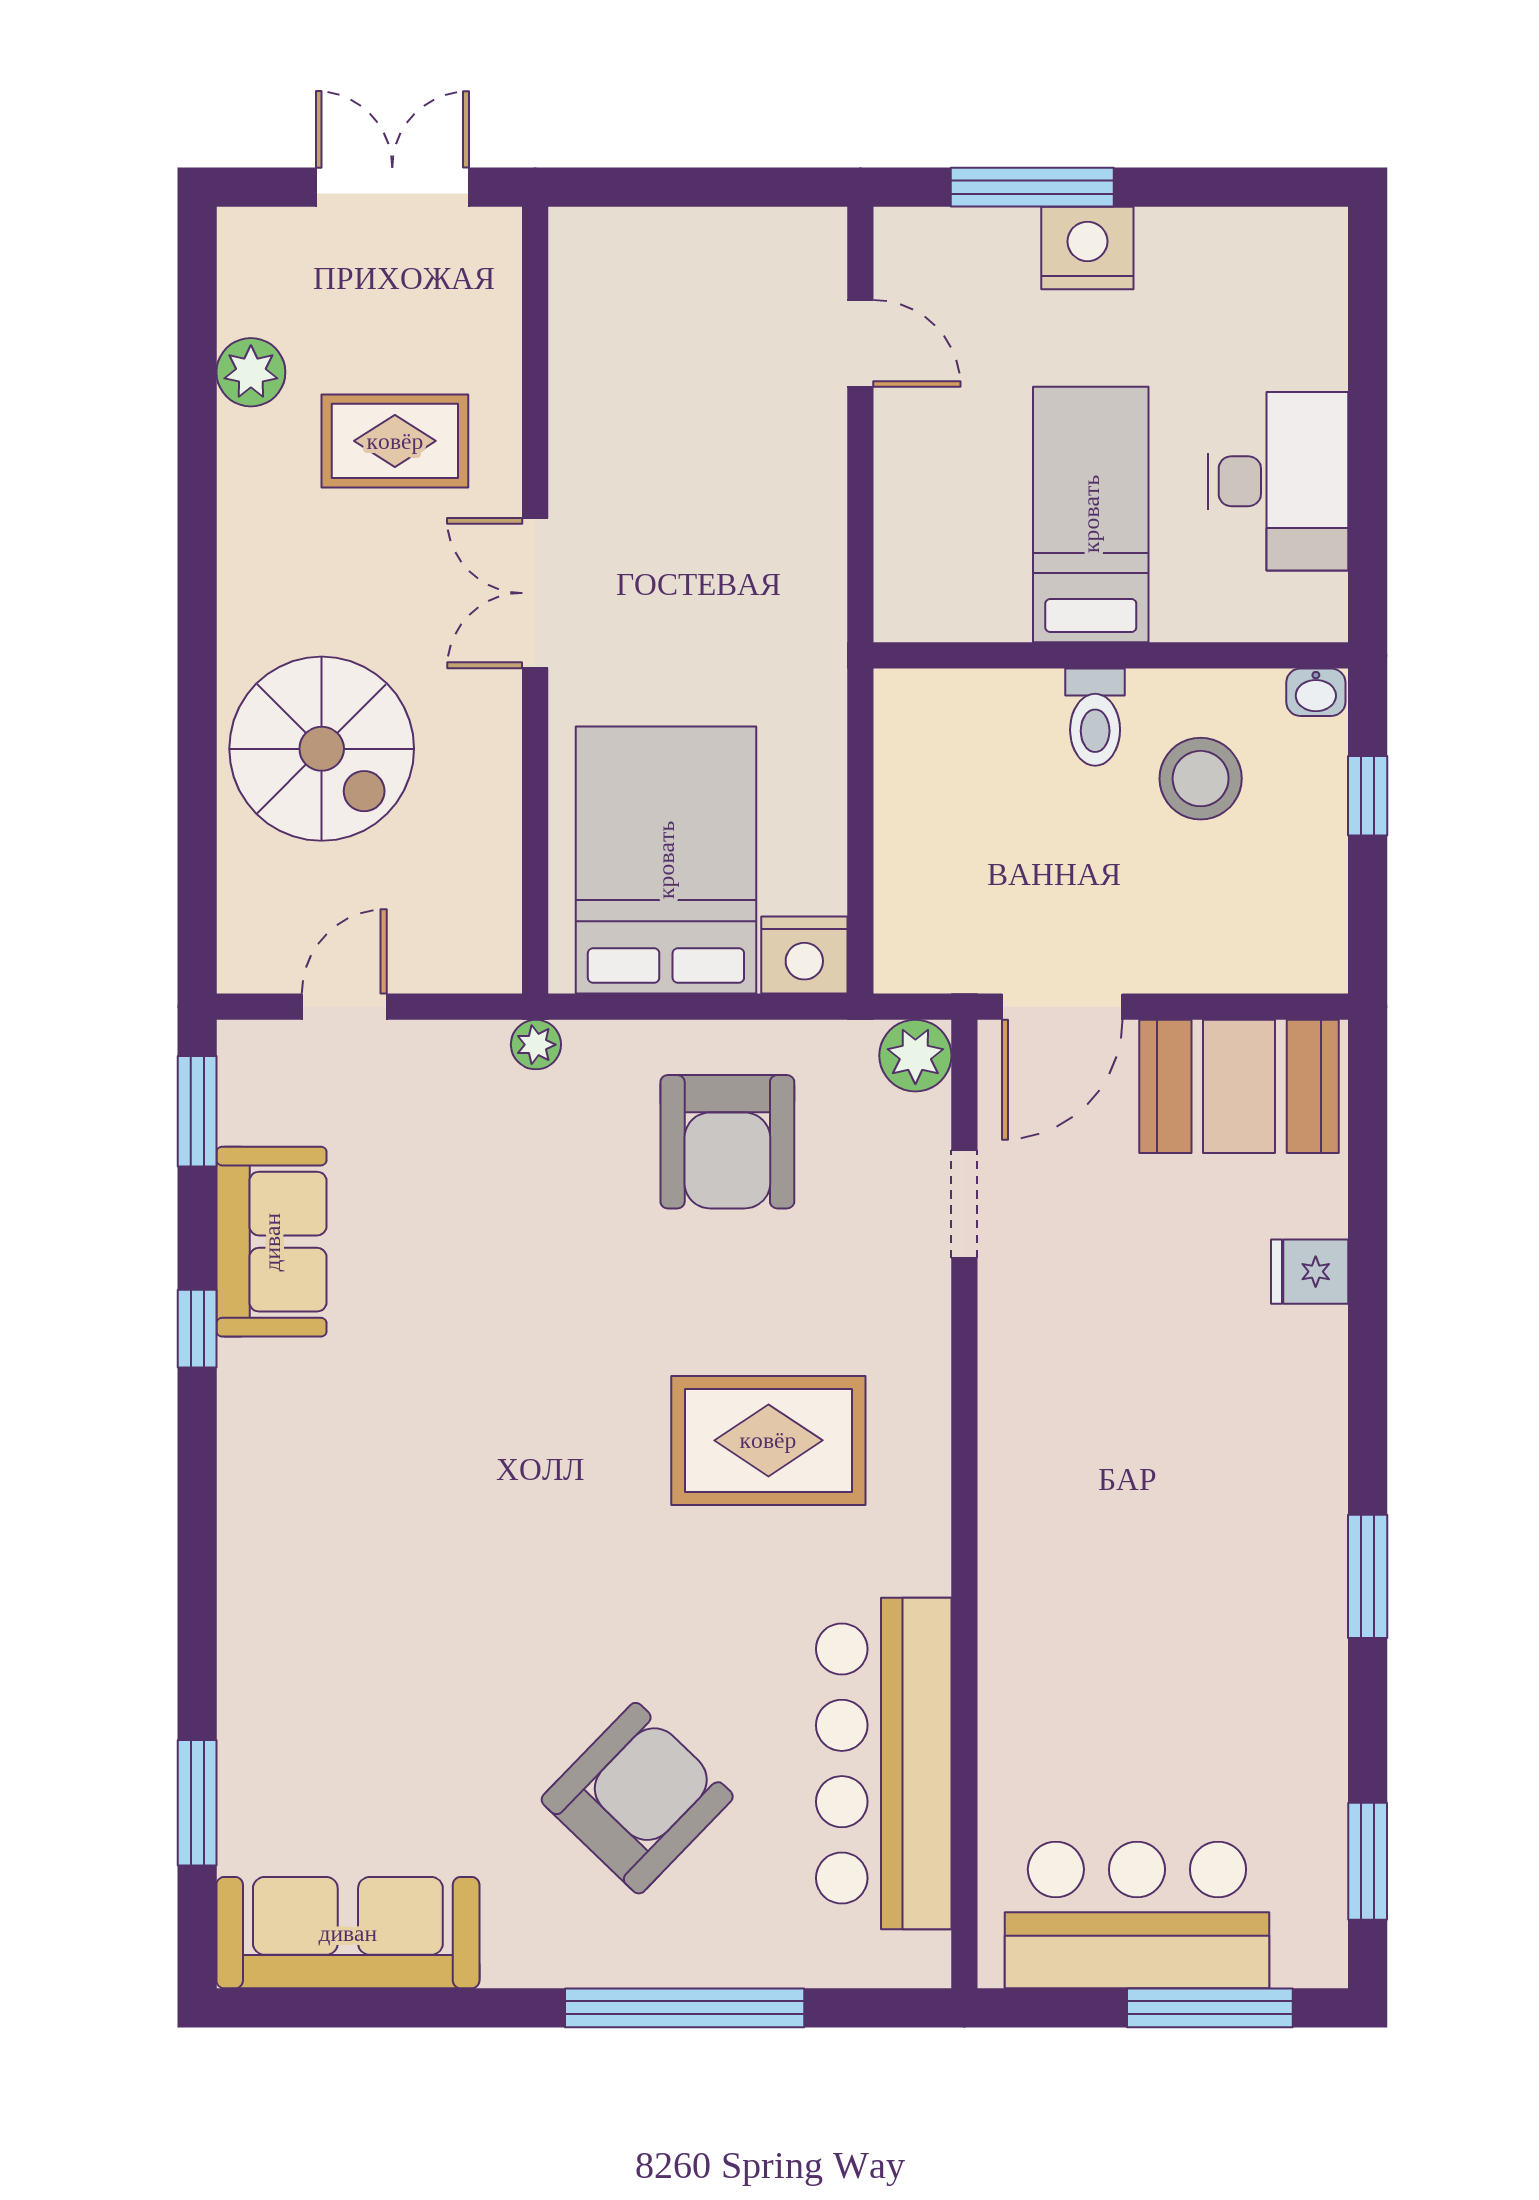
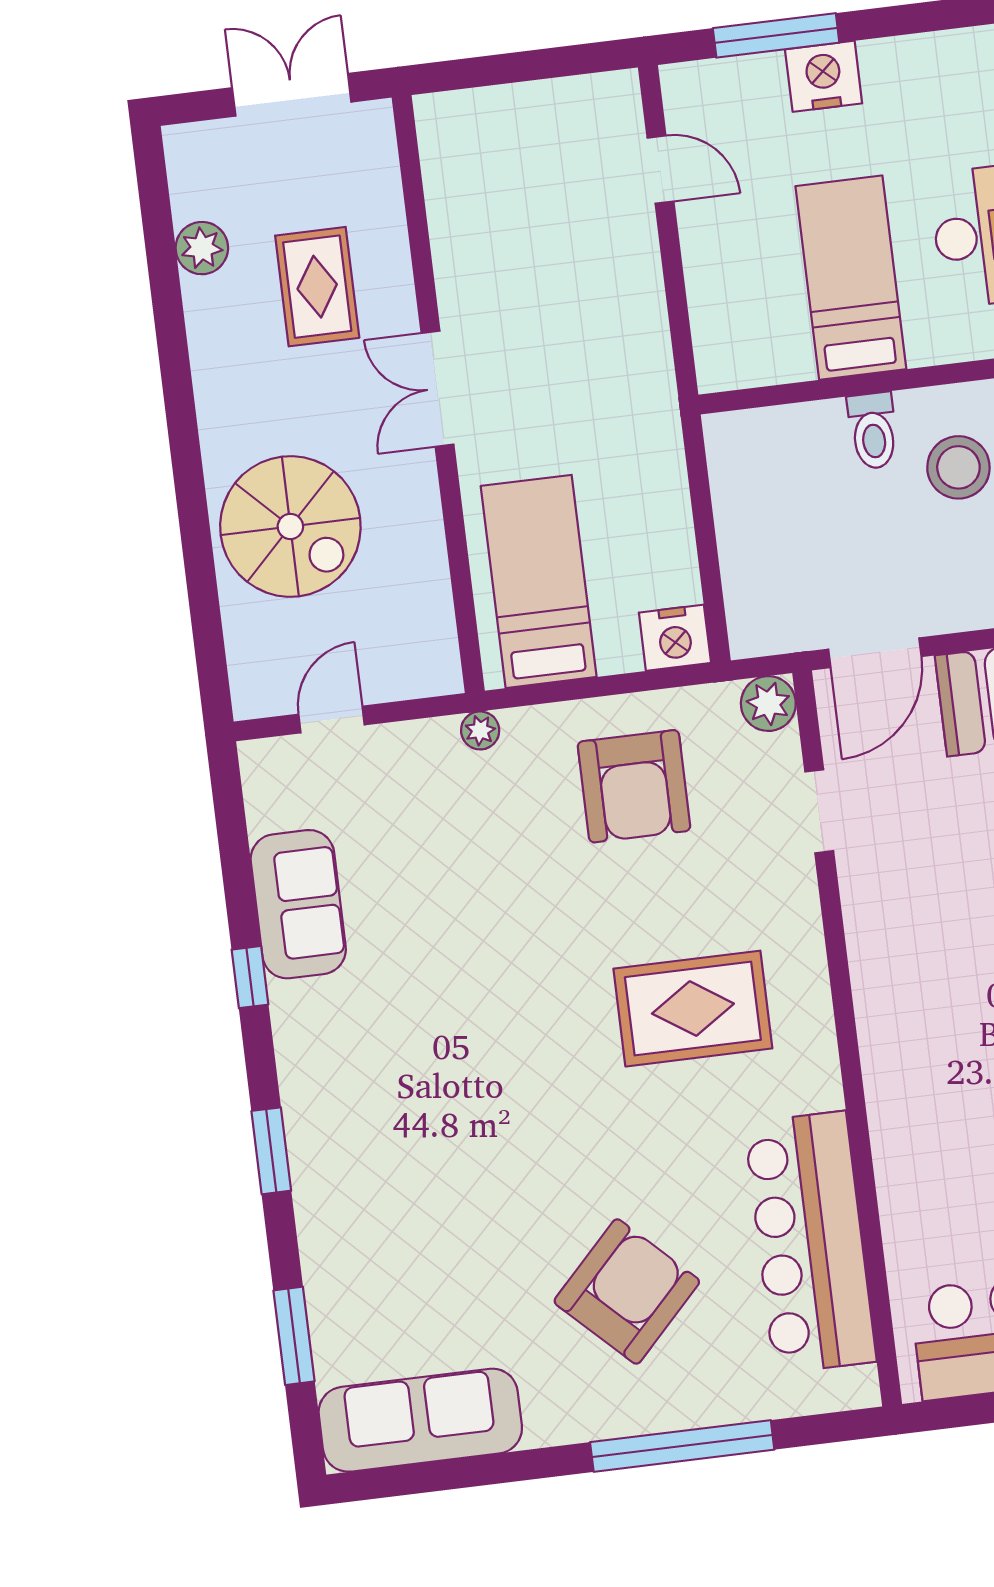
rug: (395, 441) -> (317, 287), turned 90
bed: (666, 860) -> (539, 581), width x0.67
window: (197, 1111) -> (271, 1151), moved

